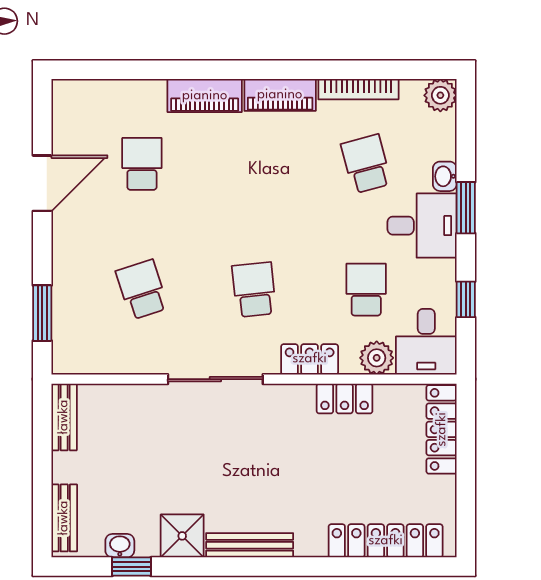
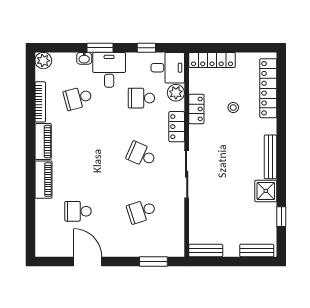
school desk: (254, 290) -> (141, 155), turned 30
stool: (347, 471) -> (233, 107), added
washbasin: (120, 546) -> (271, 222), removed

